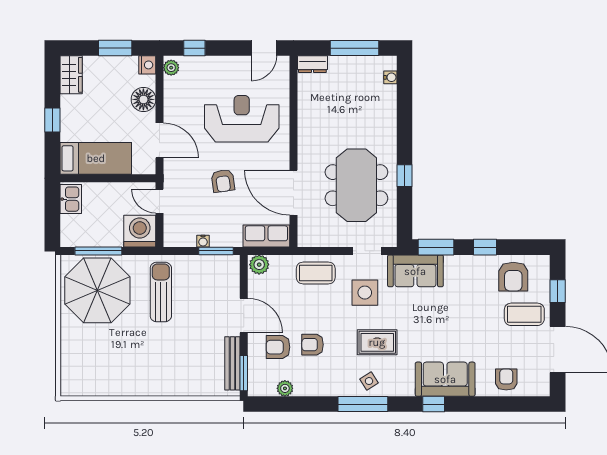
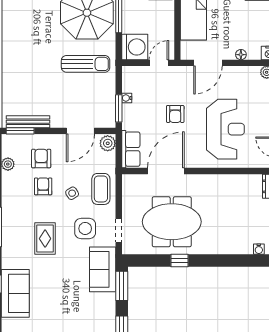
floor lamp: (143, 99) -> (241, 55), width x0.53, depth x0.53
armchair: (223, 181) -> (175, 114), turned -82
door: (244, 315) -> (80, 131), moved
side table: (369, 381) -> (72, 193), moved

